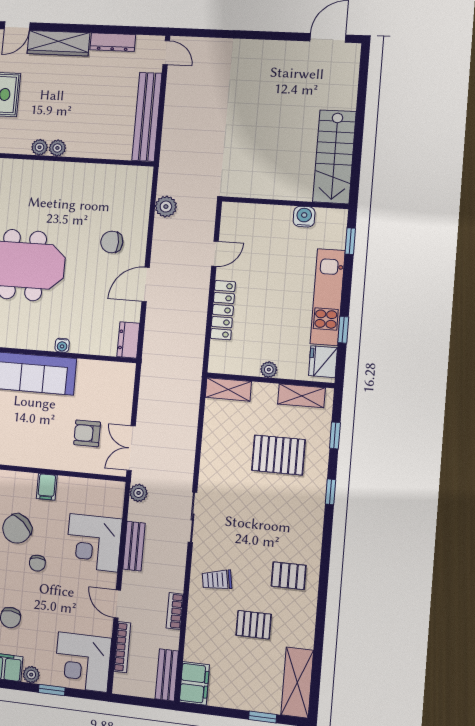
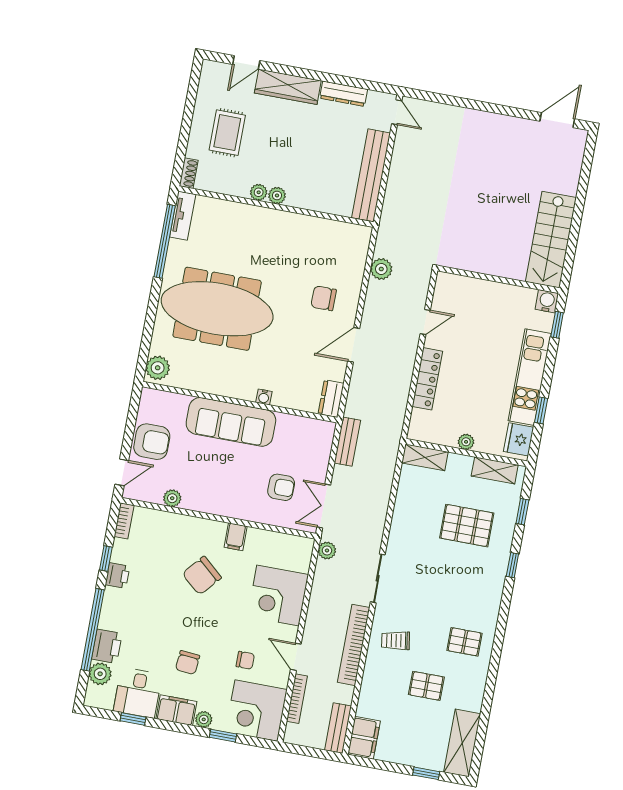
water cooler: (304, 217) -> (547, 301), moved
armchair: (87, 433) -> (281, 487), turned 180
bench: (134, 546) -> (347, 442), moved
chair: (37, 563) -> (245, 660), moved, turned -90
bookcase: (175, 611) -> (354, 645), width x2.31, depth x1.31

